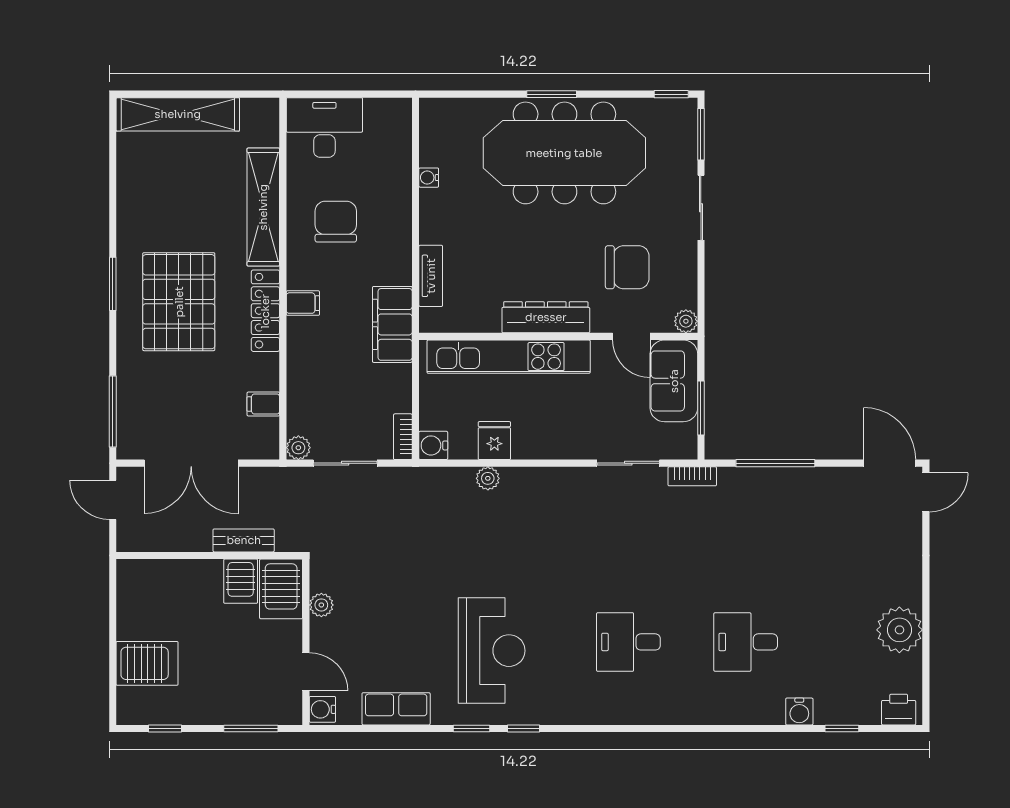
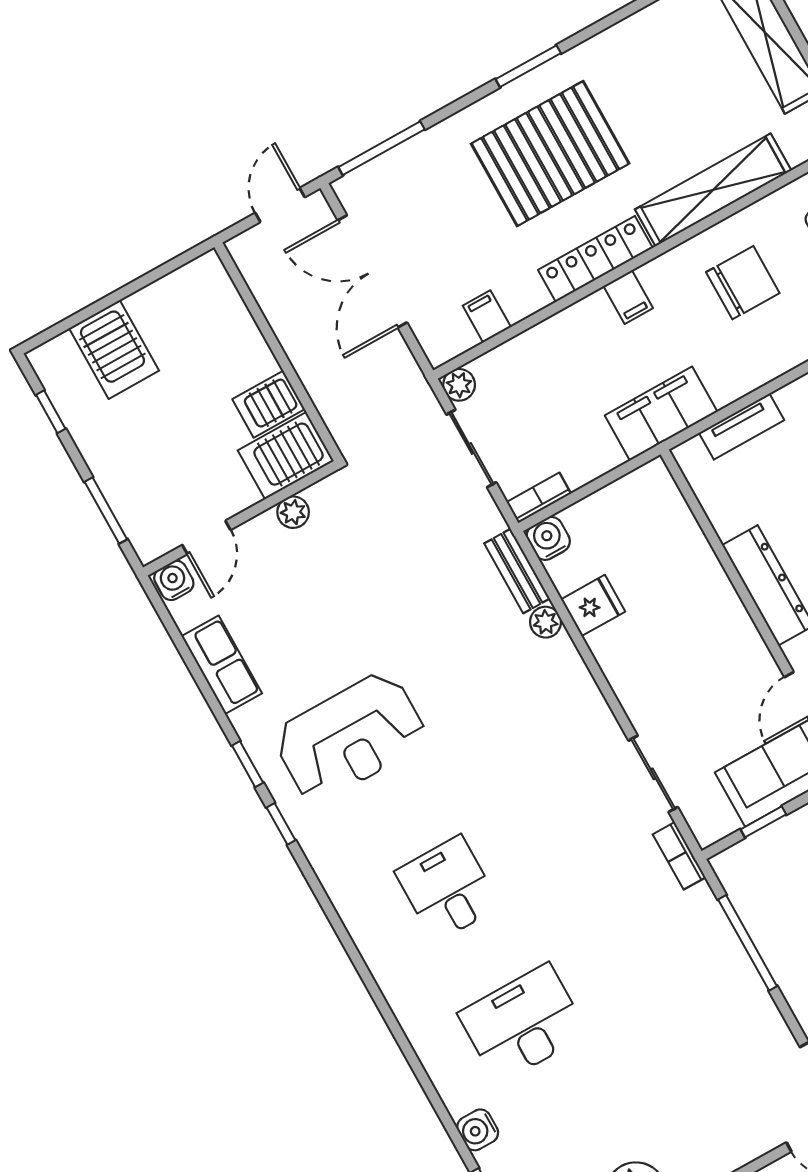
kitchen unit: (509, 357) -> (699, 568), removed
window: (701, 408) -> (763, 822), width x0.67
bench: (244, 540) -> (517, 571), moved
desk: (746, 642) -> (523, 1024), width x1.37

